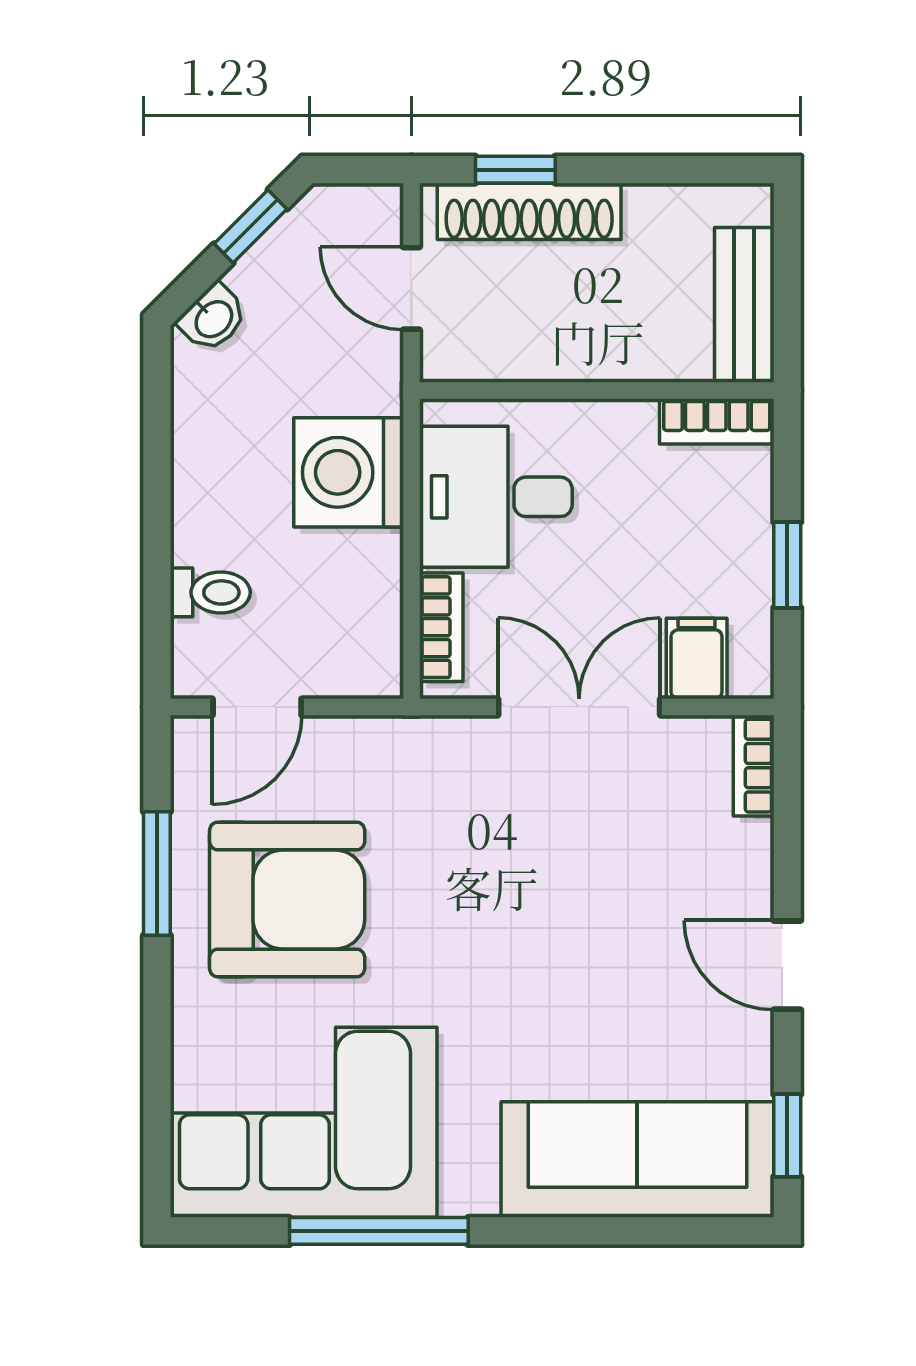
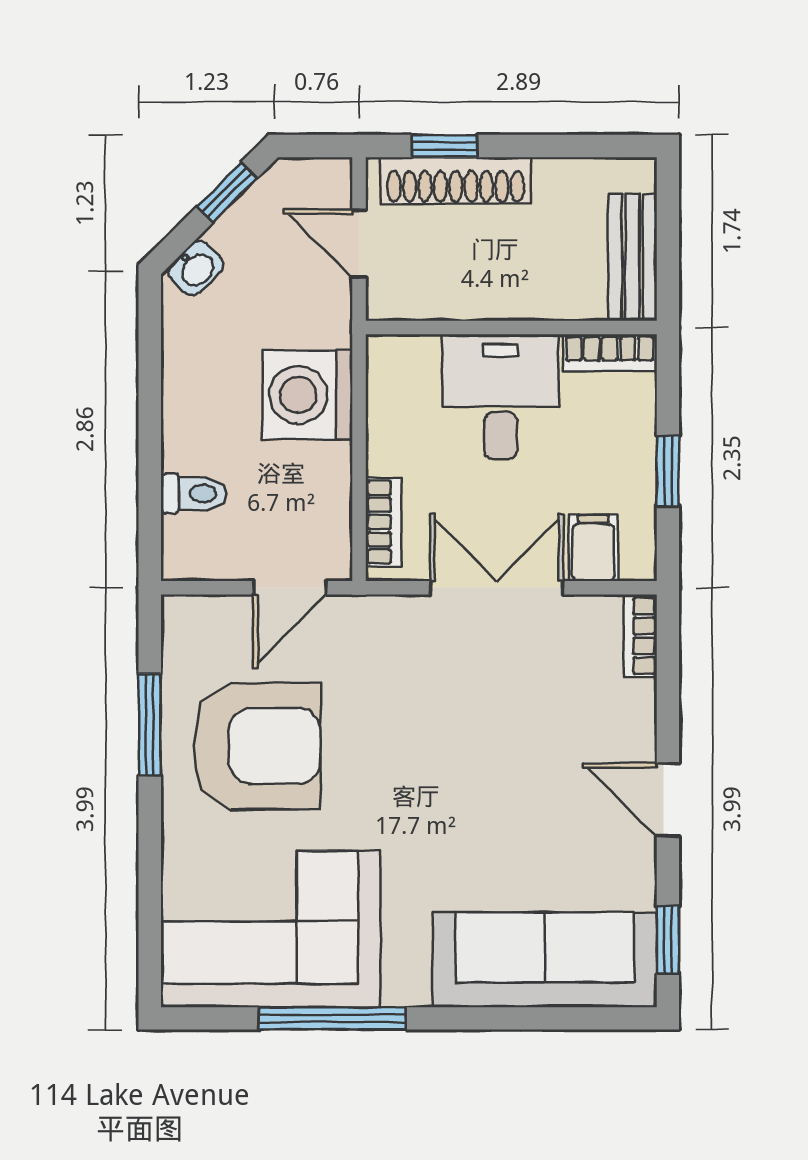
desk: (496, 497) -> (501, 397), moved, turned 90
door: (257, 707) -> (290, 588), moved

